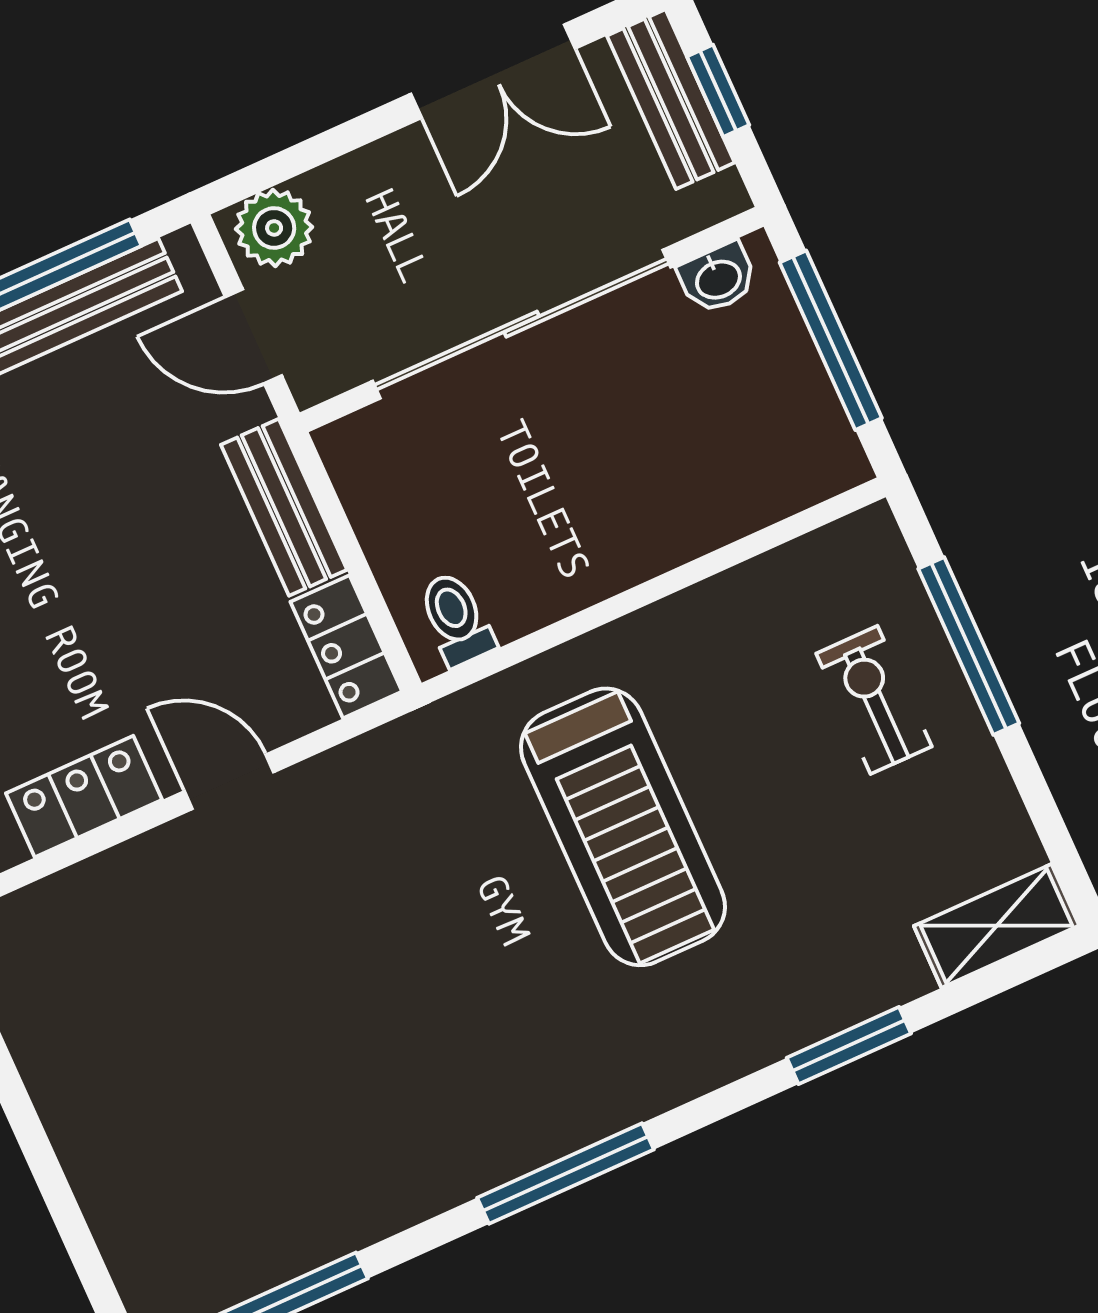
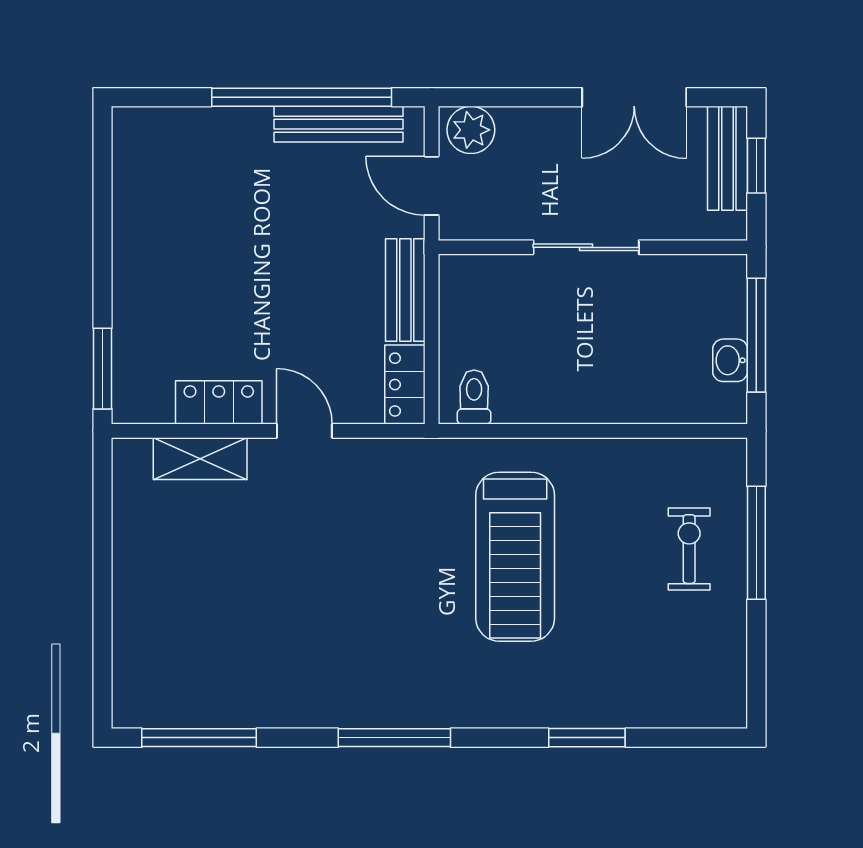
washbasin: (718, 278) -> (730, 360), moved, turned 90
sliding door: (522, 324) -> (586, 247), width x0.54
shelving: (996, 926) -> (200, 459), moved

